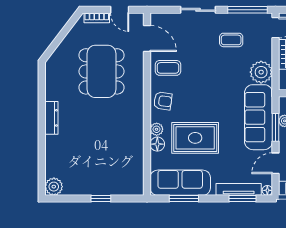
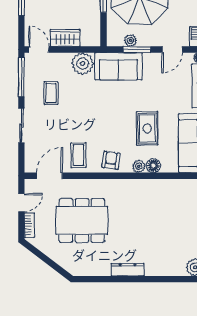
sofa: (258, 117) -> (118, 66), width x0.73
rug: (195, 138) -> (147, 128), width x0.73, depth x0.70
door: (275, 163) -> (172, 50), hinge flipped

